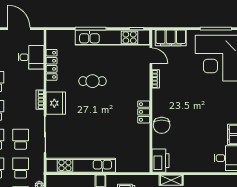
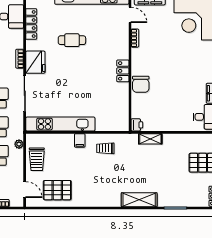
printer: (160, 161) -> (137, 125), width x0.53, depth x0.68

